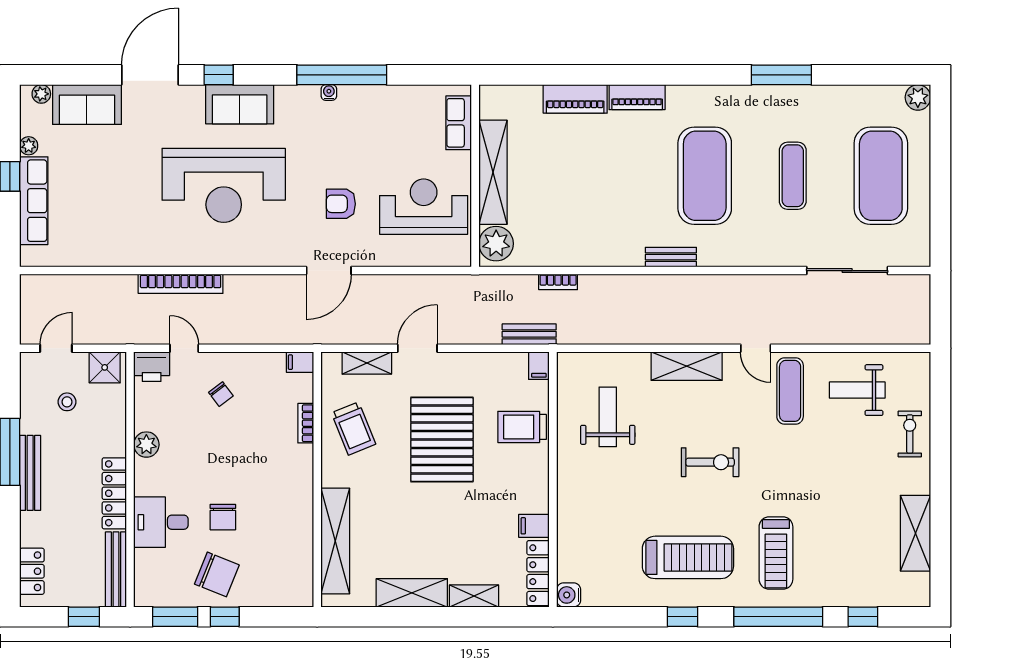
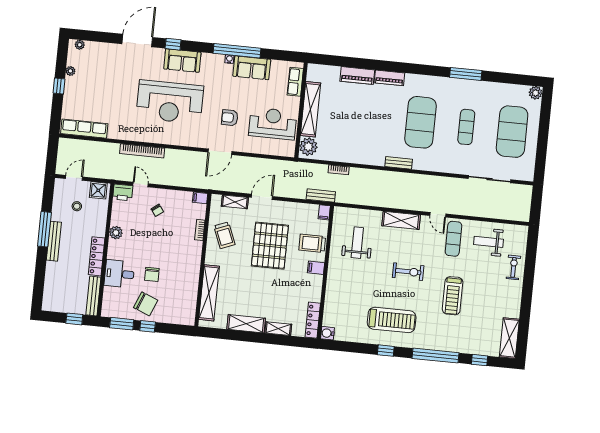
sofa: (87, 105) -> (252, 68), moved
row of seats: (34, 201) -> (84, 129), moved, turned -90
filing cabinet: (534, 526) -> (316, 268), moved
shelving: (916, 533) -> (509, 338), moved
treadmill: (776, 553) -> (453, 296), moved
locker: (32, 571) -> (50, 292), removed

